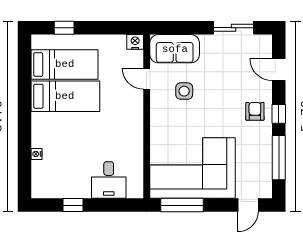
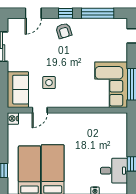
armchair: (255, 111) -> (64, 31), turned -107
corner sofa: (193, 168) -> (111, 85), width x0.73, depth x0.74
desk: (109, 180) -> (114, 171), moved

